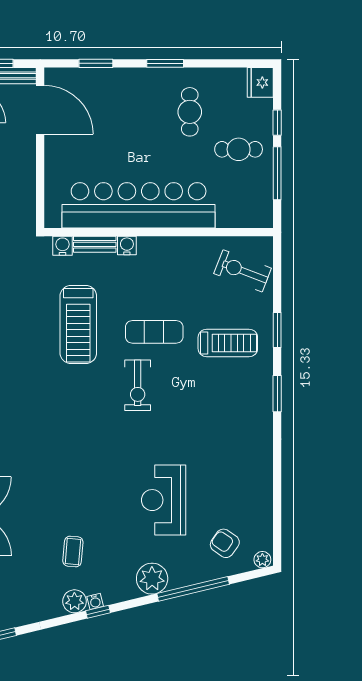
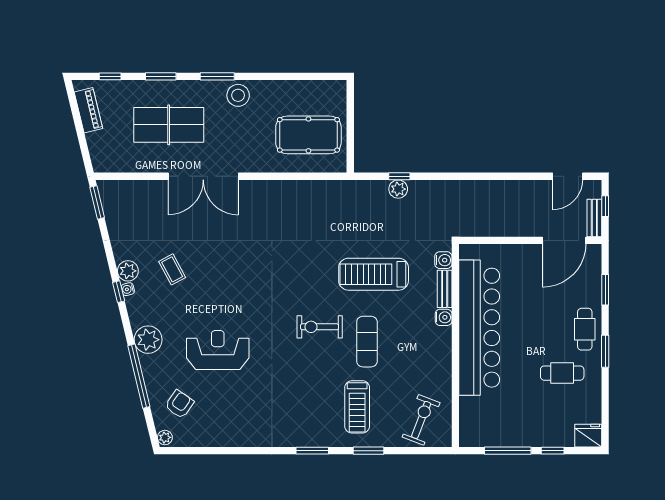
cafe table: (239, 149) -> (585, 329), moved
coffee table: (73, 551) -> (172, 269), turned 57

